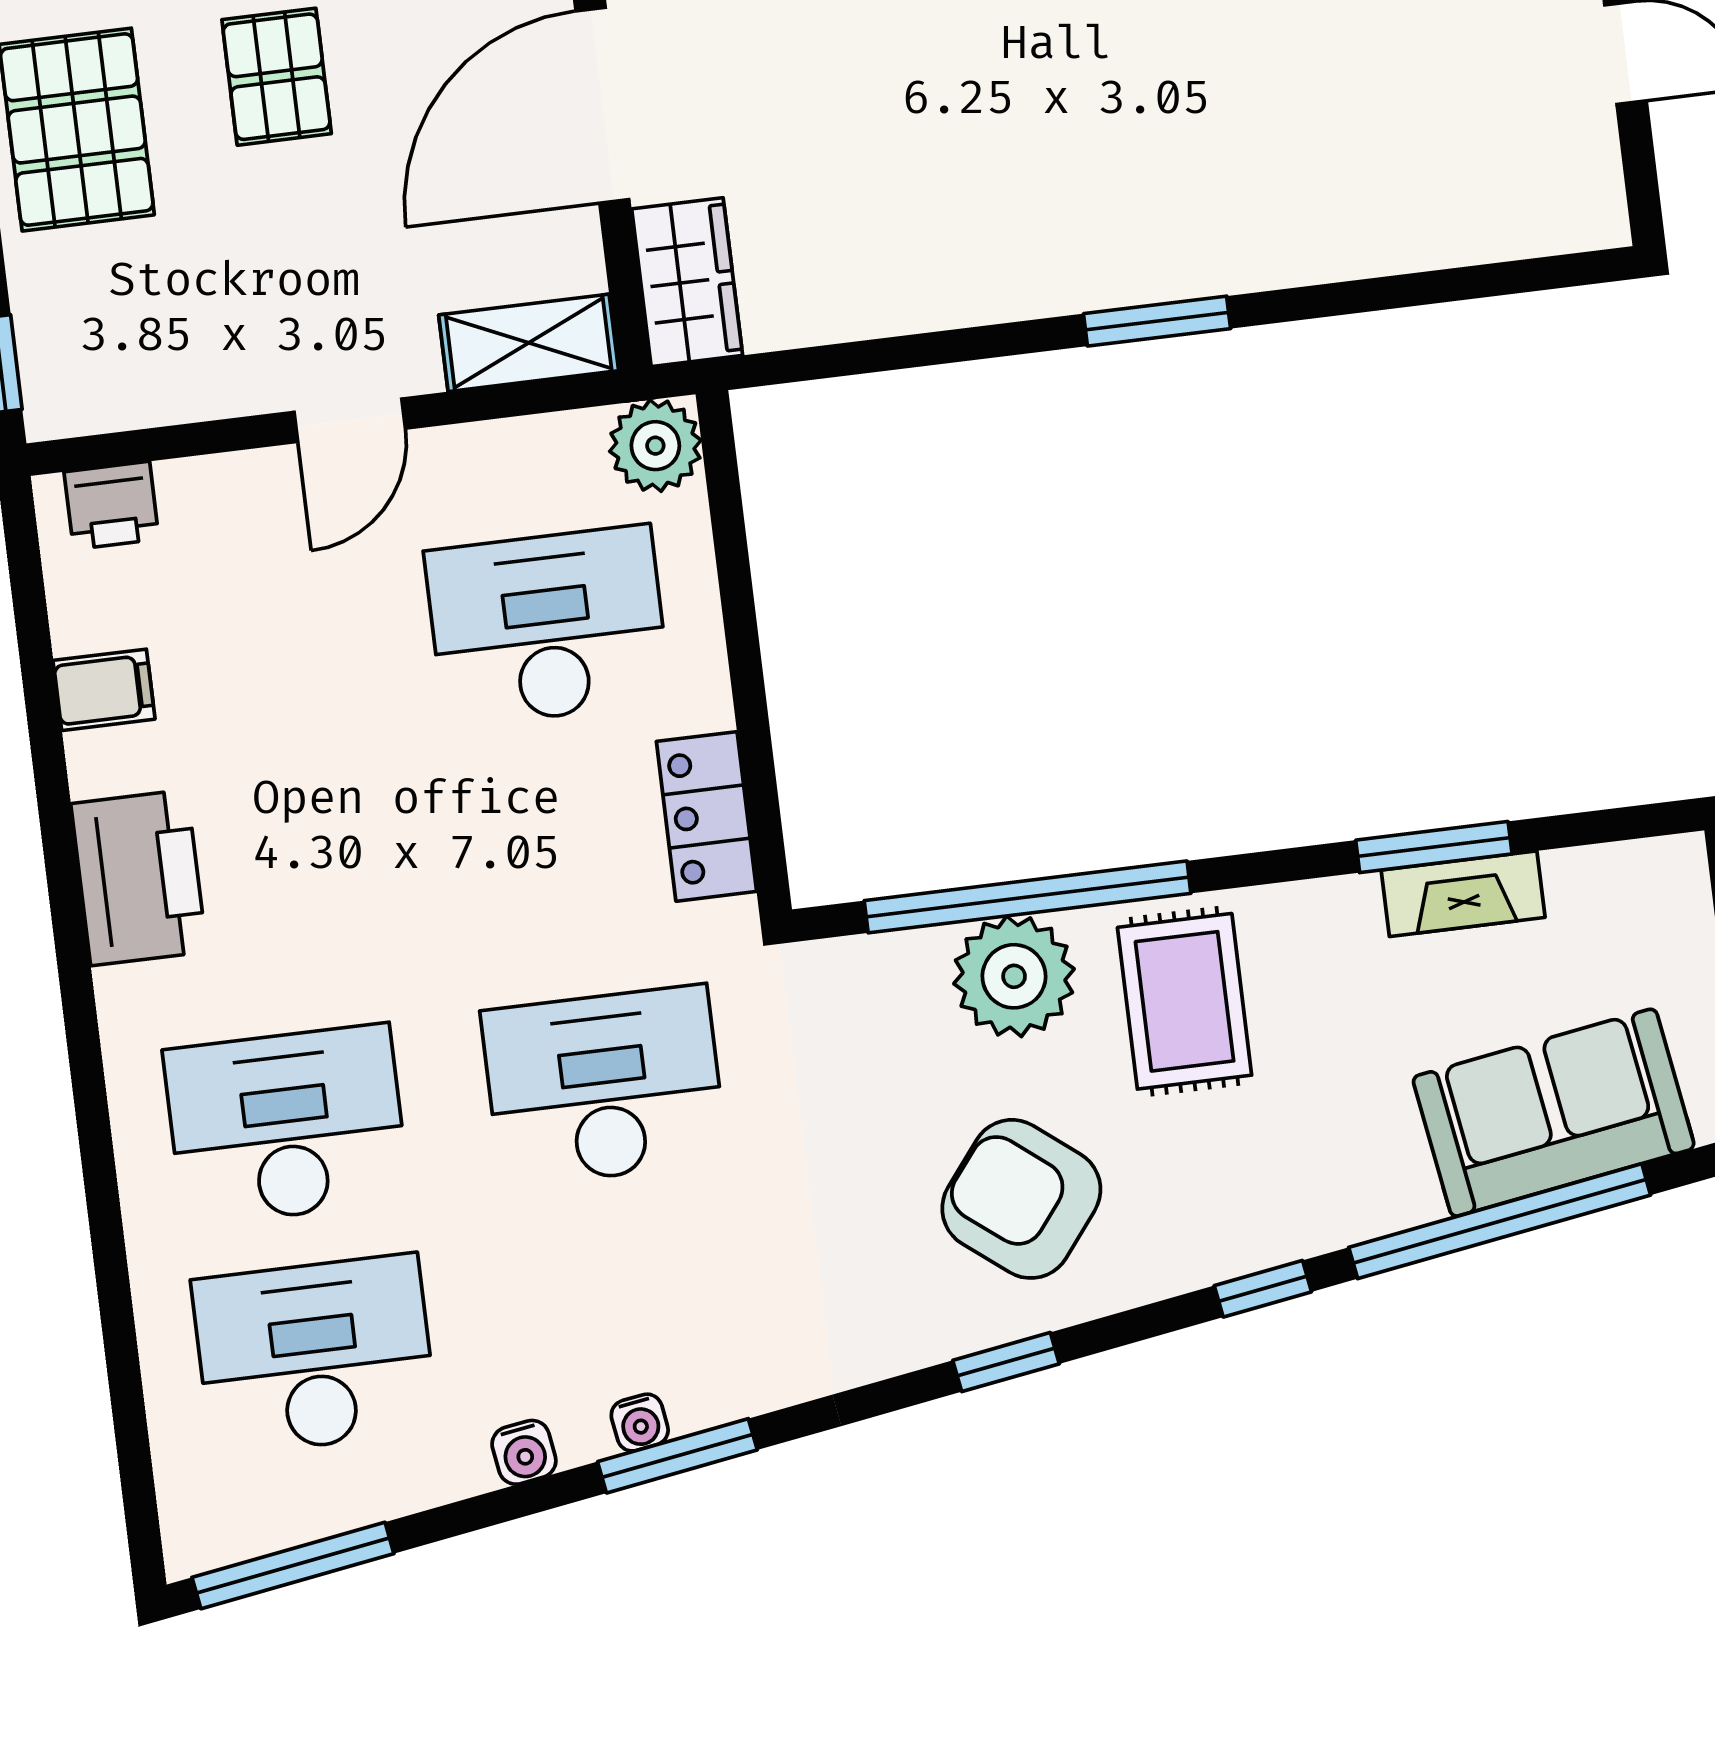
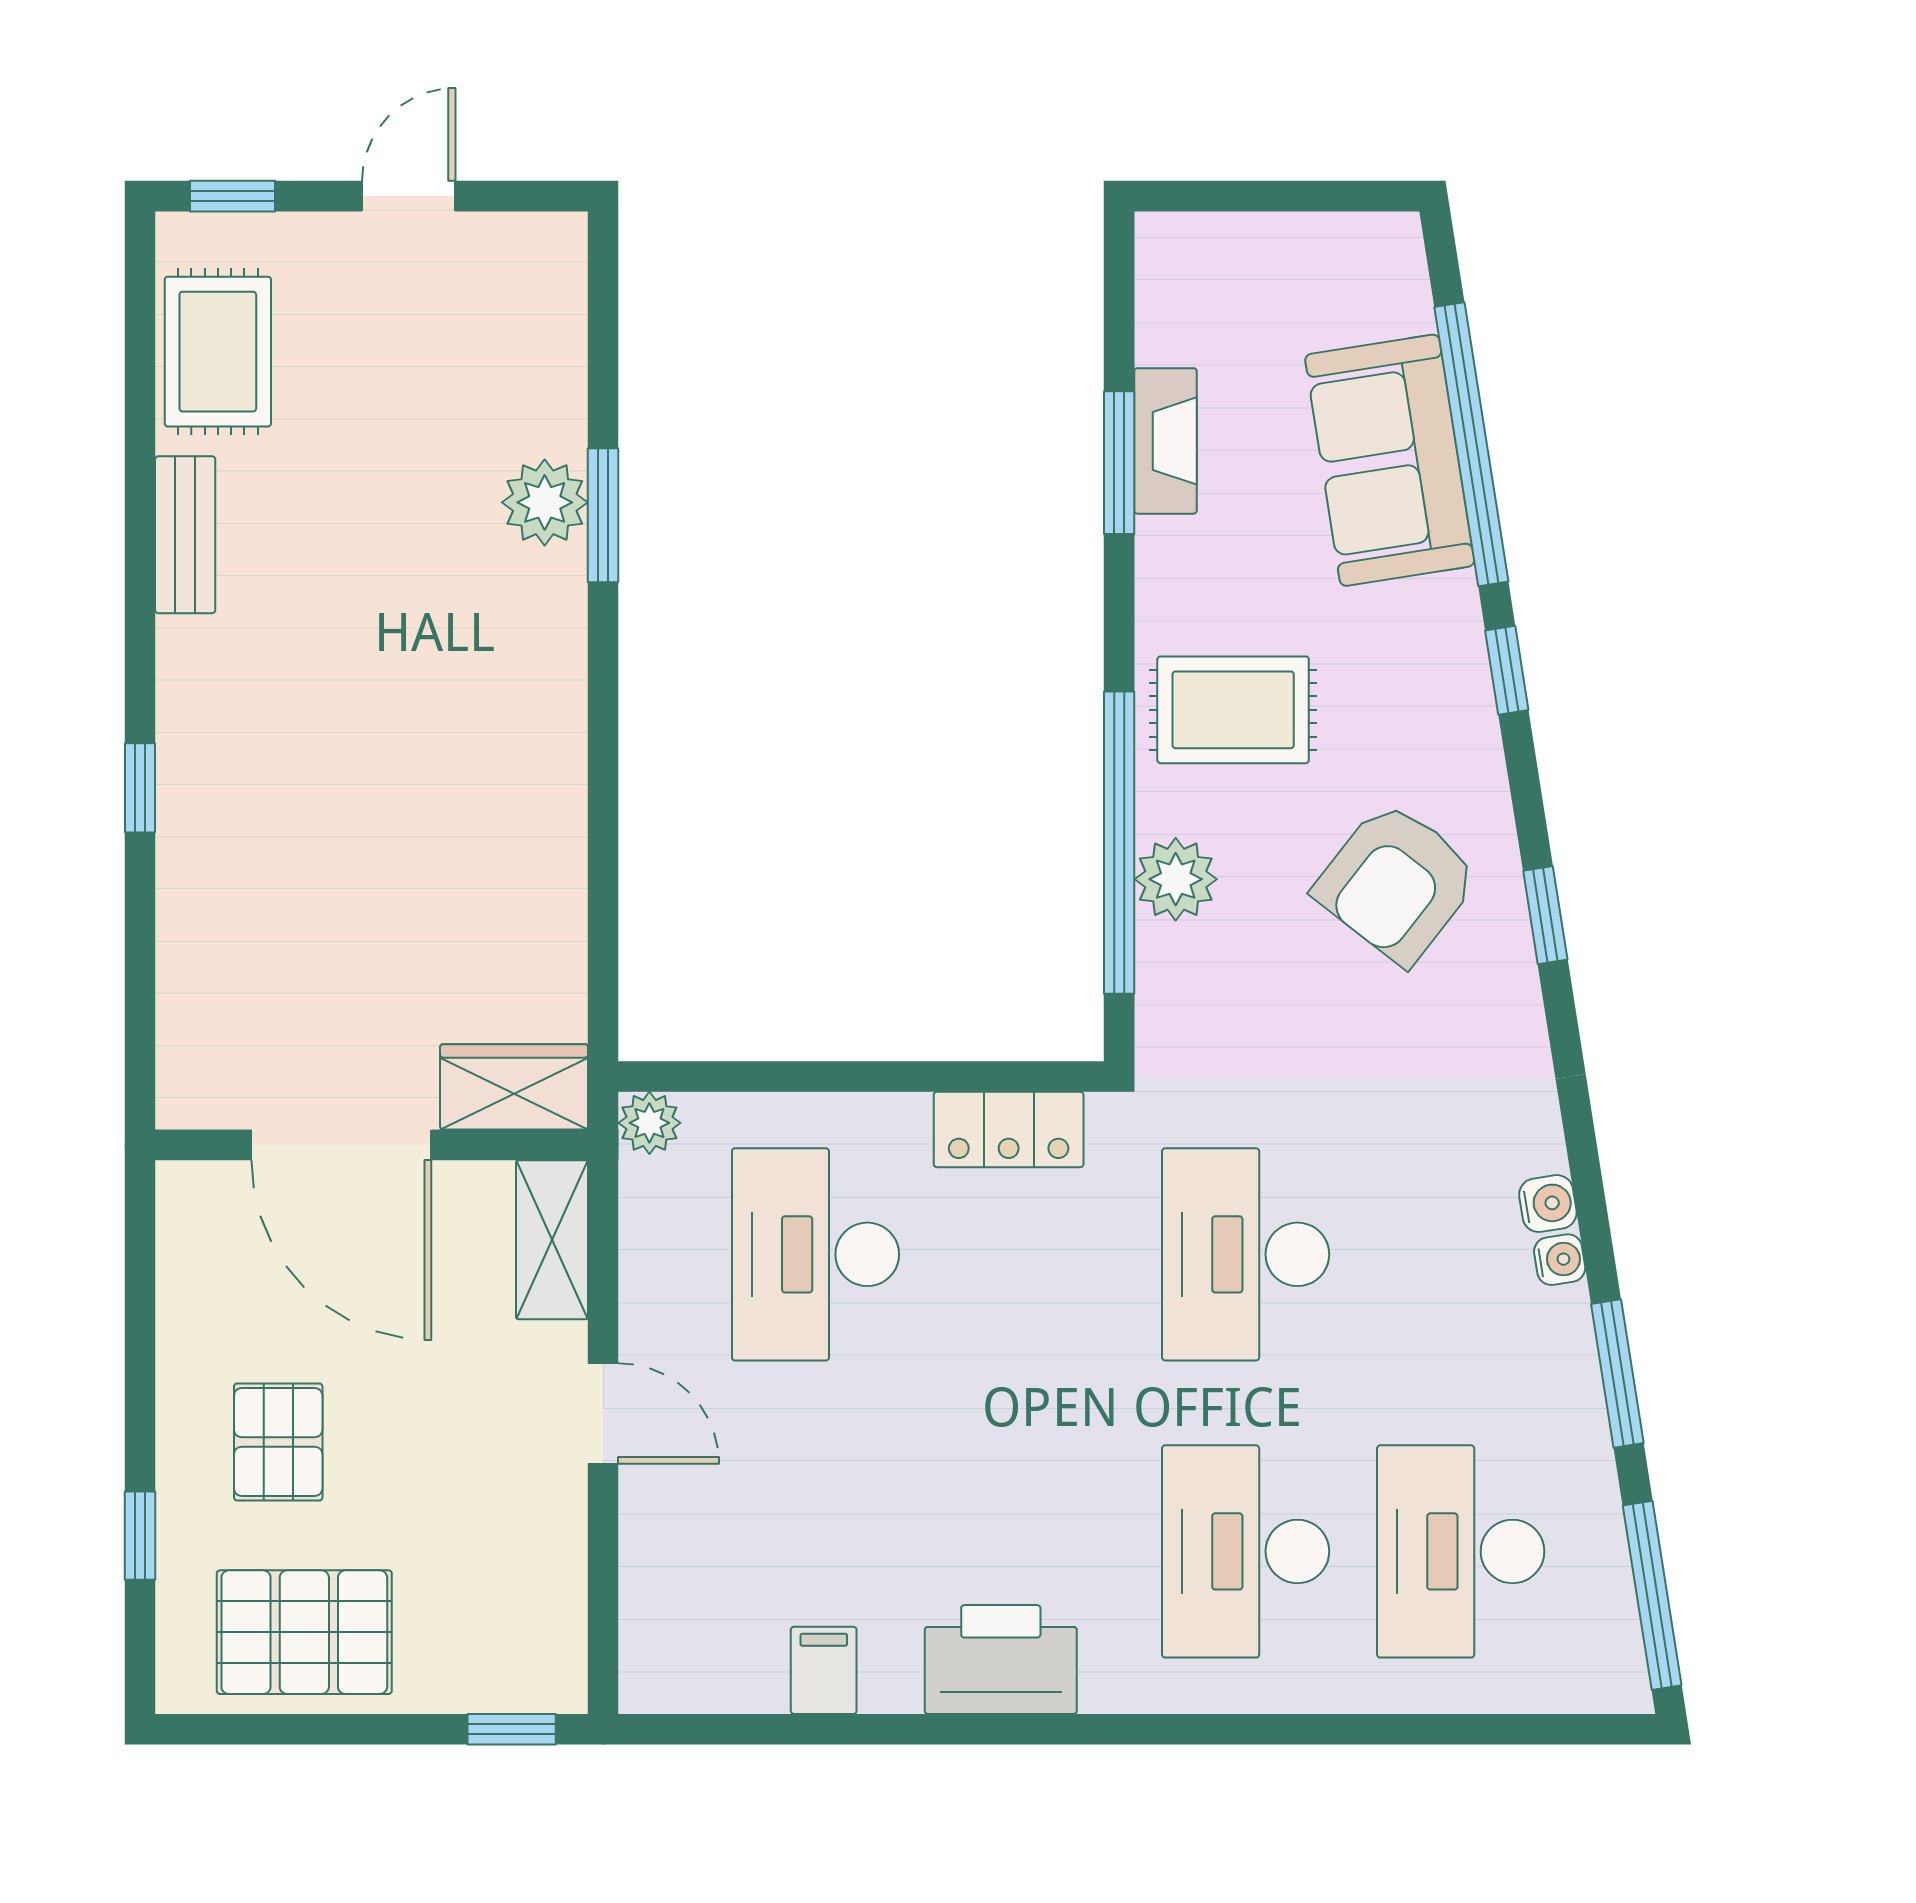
pallet: (277, 77) -> (278, 1442), turned 90
plant: (1316, 238) -> (545, 502), added
window: (1157, 321) -> (603, 515), moved
plant: (655, 446) -> (649, 1123), width x0.73, depth x0.73
printer: (111, 505) -> (655, 1643), removed
plant: (1014, 976) -> (1176, 879), width x0.73, depth x0.73
sofa: (1554, 1113) -> (1390, 460), moved
water cooler: (524, 1452) -> (1548, 1204), moved
window: (677, 1456) -> (1617, 1373), moved

